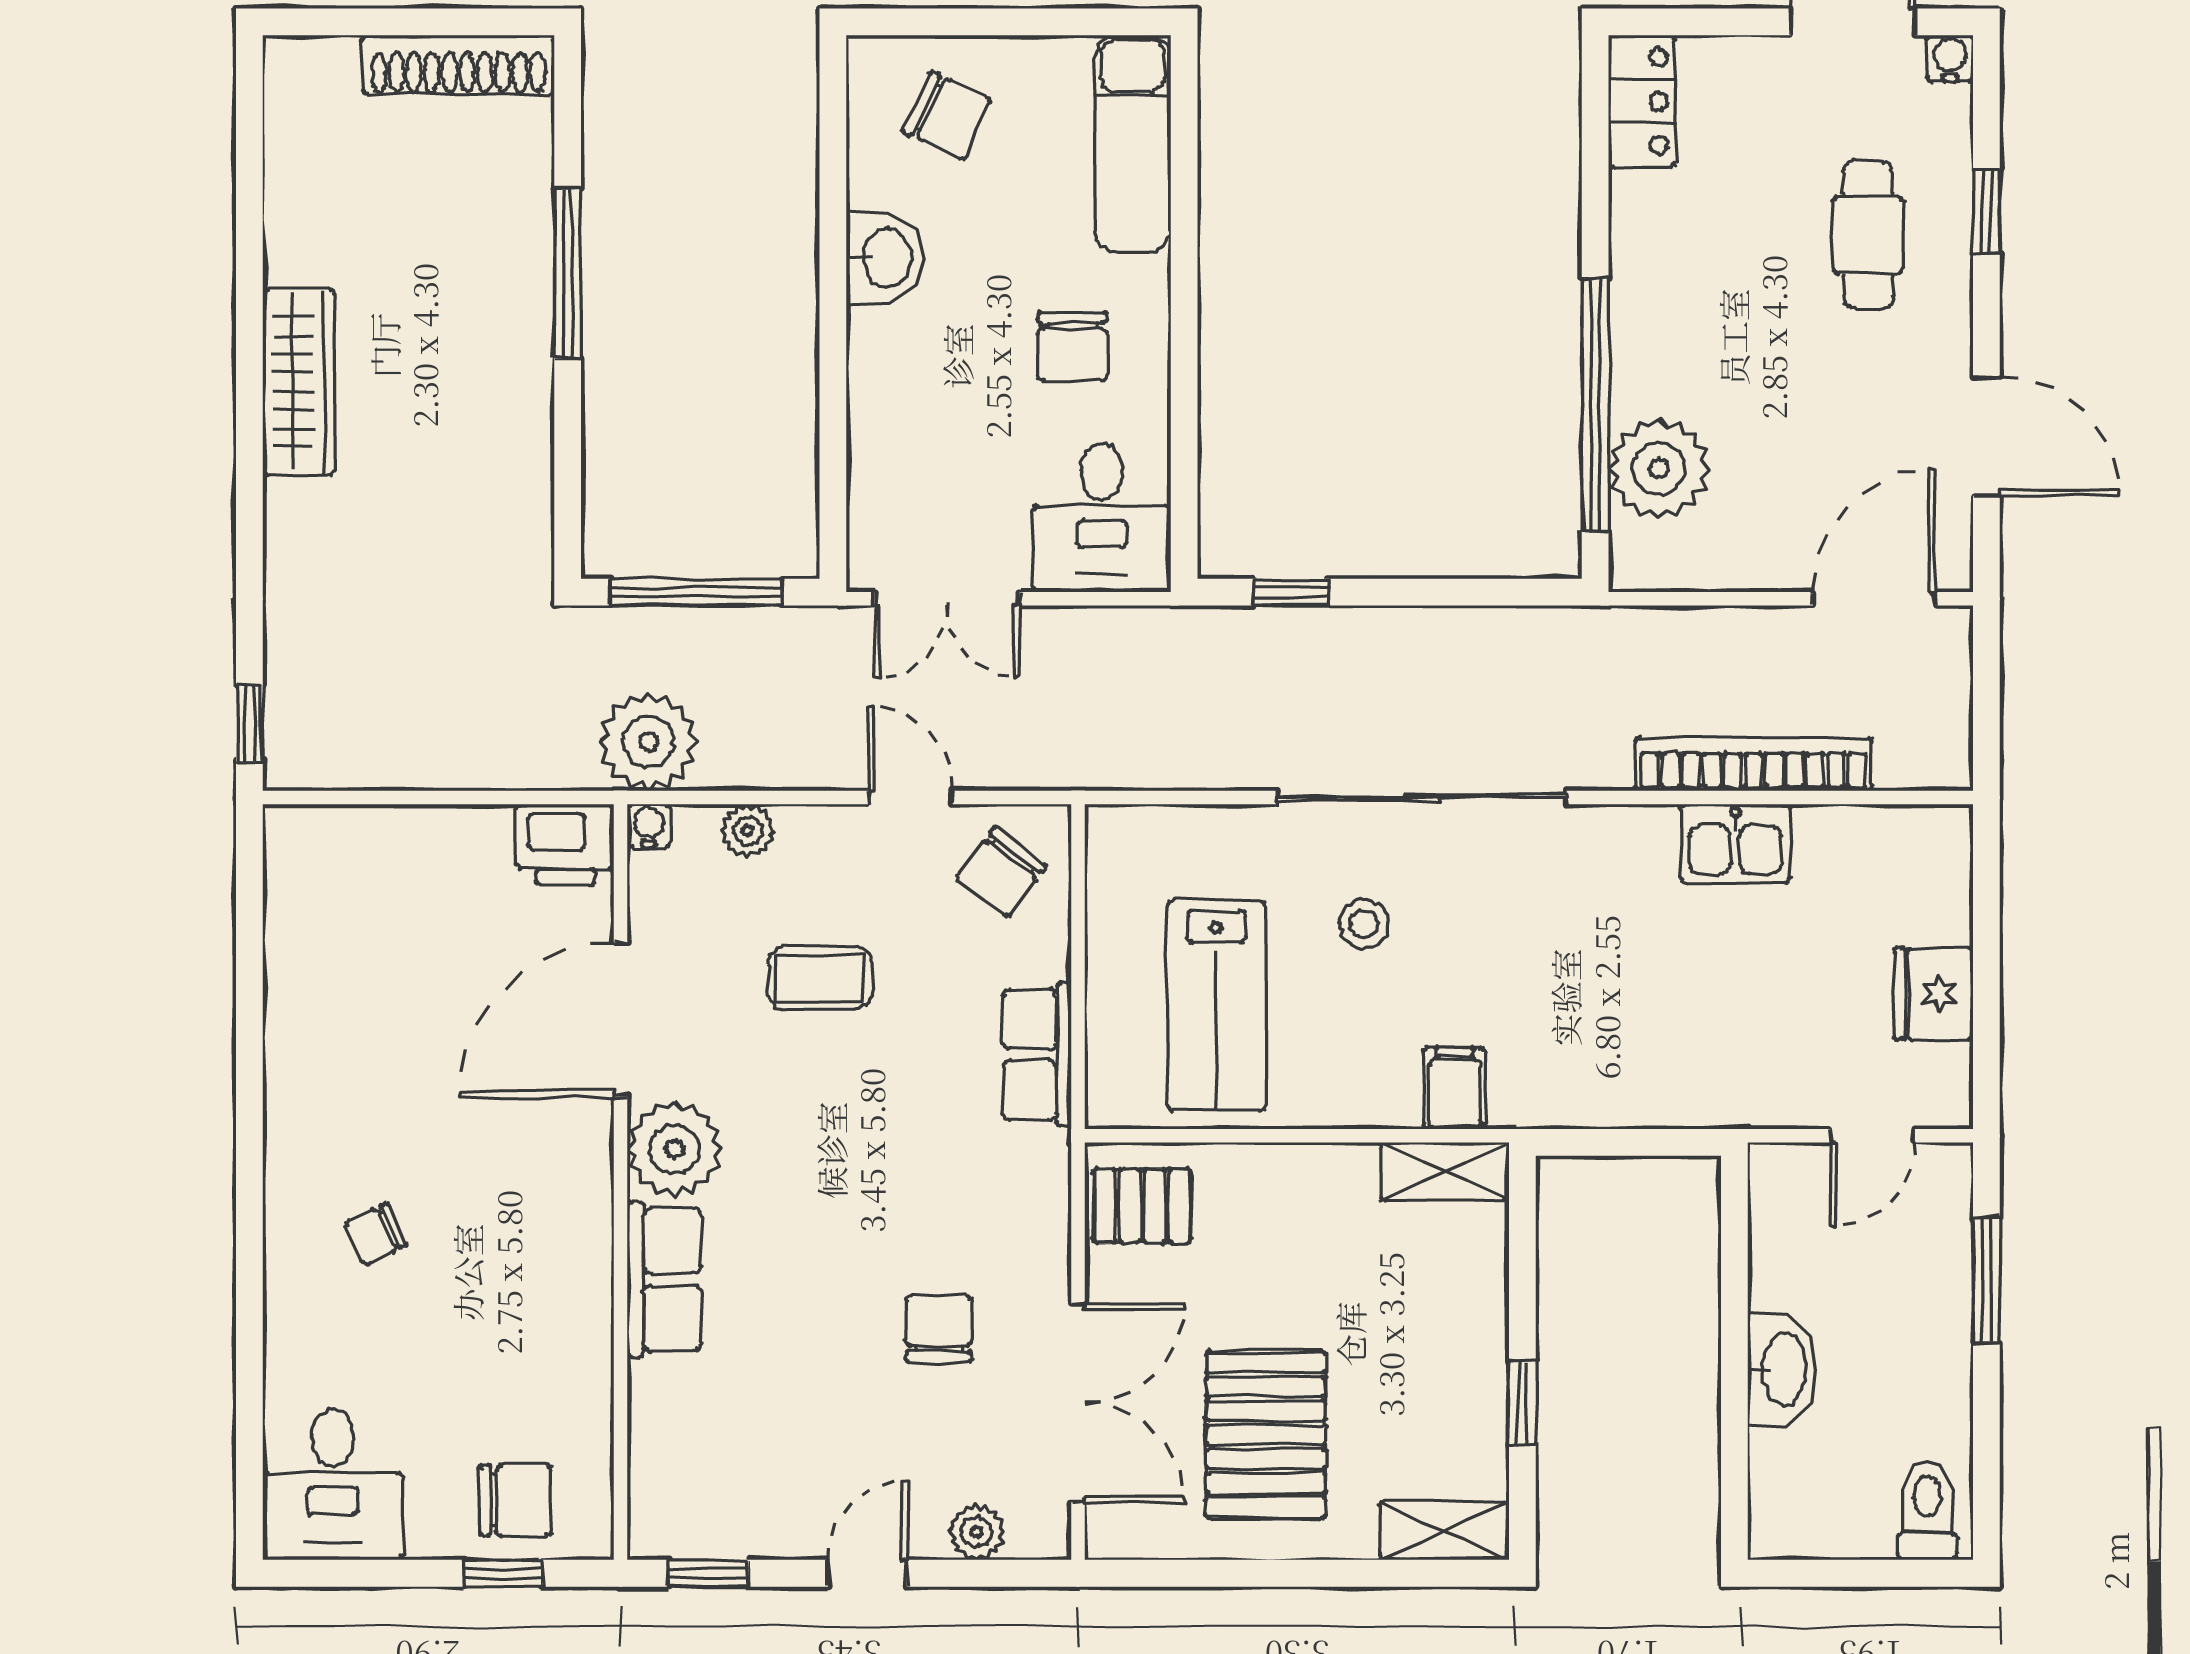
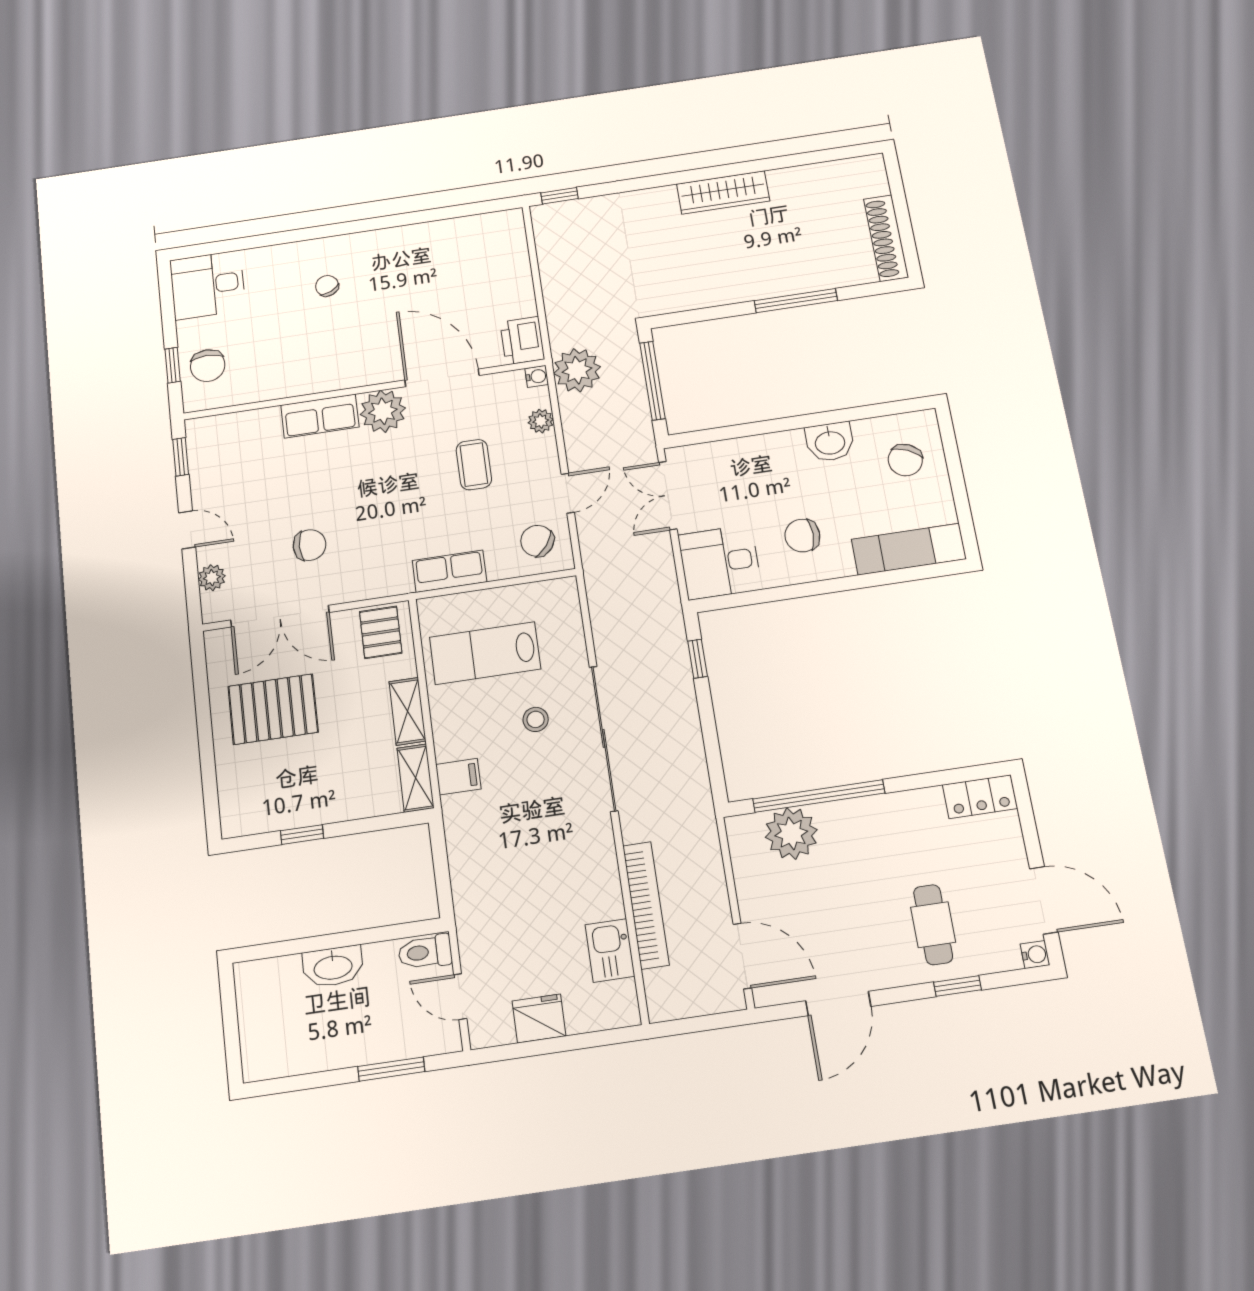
cafe table: (1868, 235) -> (933, 925), turned 90
kitchen sink: (1735, 844) -> (610, 950), moved
toilet: (1927, 1510) -> (425, 952), moved, turned 180
shelving: (1444, 1531) -> (407, 711), moved

